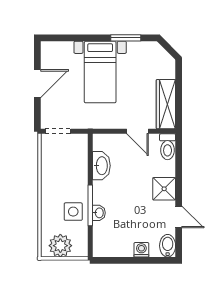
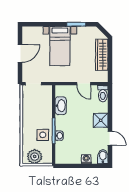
wardrobe: (166, 104) -> (102, 55), moved

